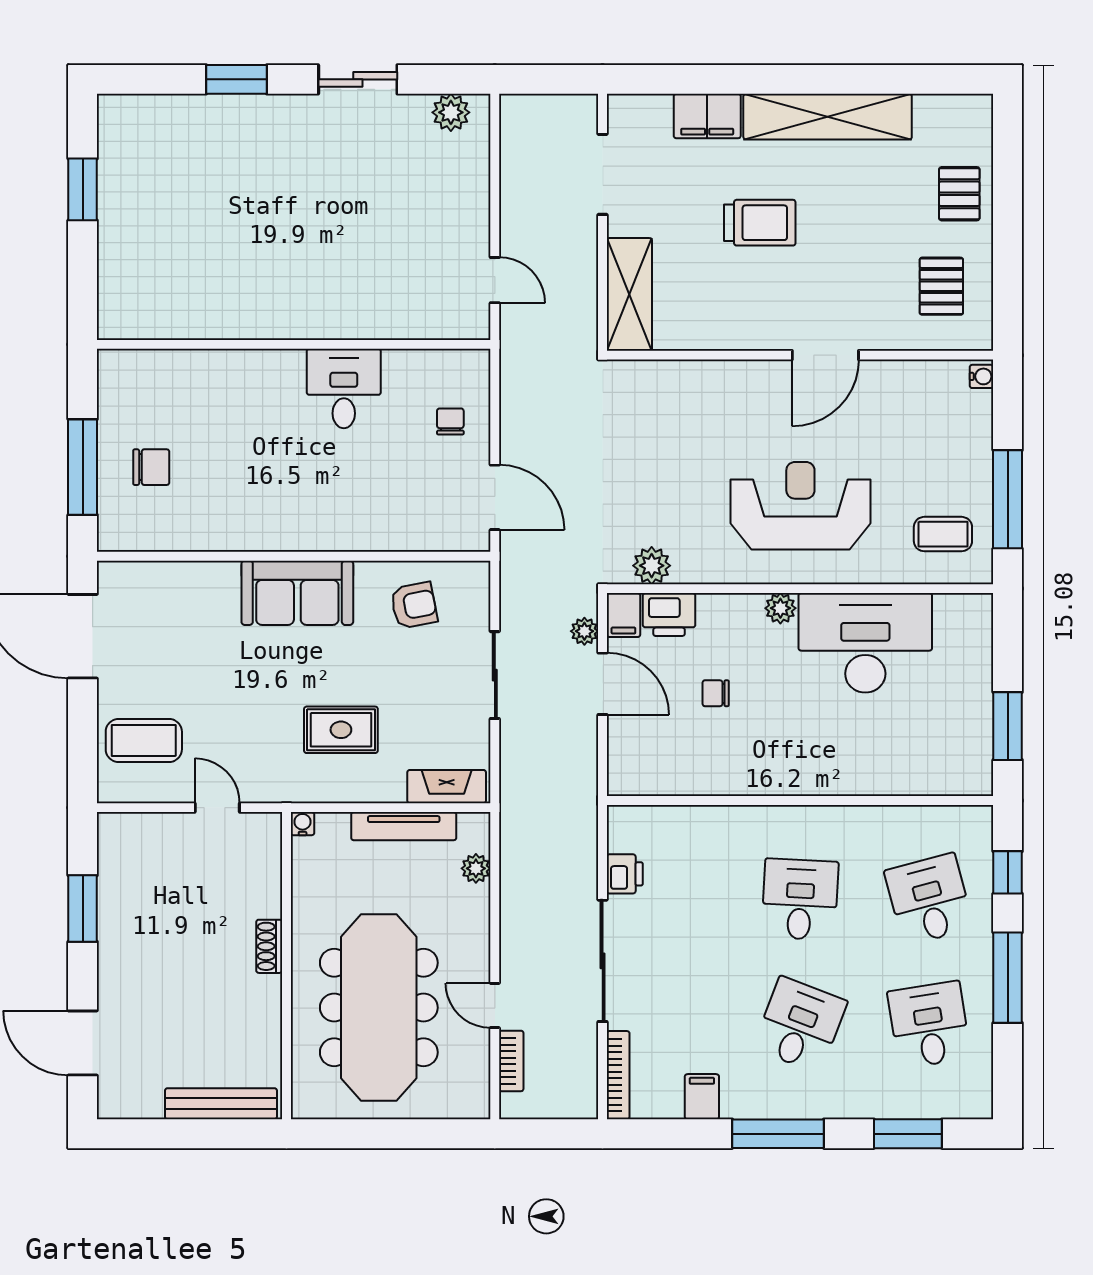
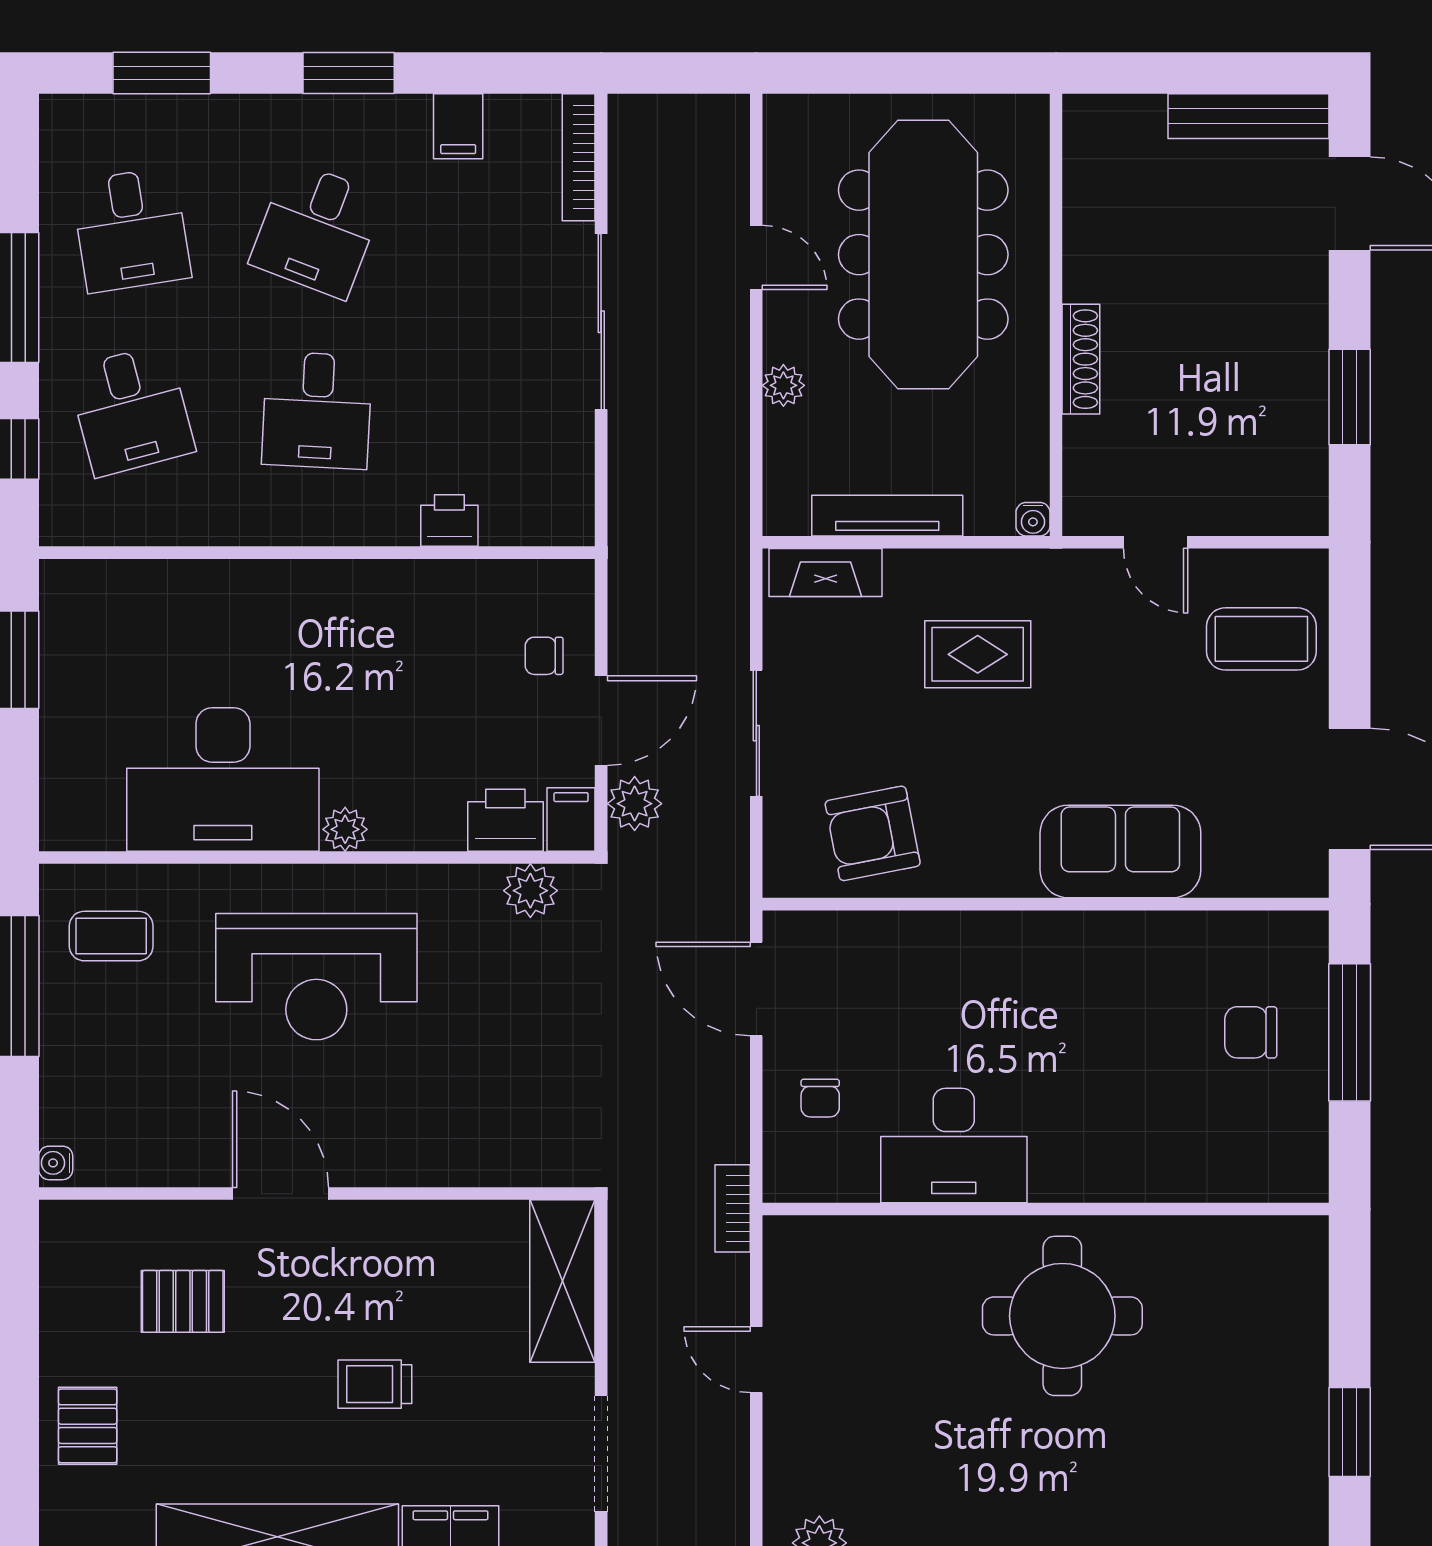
trolley: (760, 223) -> (375, 1384), width x0.73, depth x0.72
round table: (282, 270) -> (1062, 1316), added
door: (495, 280) -> (756, 1360), moved
pallet: (941, 286) -> (183, 1301), moved, turned 90
door: (825, 355) -> (280, 1194), hinge flipped
desk: (344, 389) -> (954, 1145), width x1.37
sofa: (297, 593) -> (1120, 851), moved
armchair: (414, 605) -> (873, 833), width x1.38, depth x1.38
plant: (584, 631) -> (635, 804), width x1.38, depth x1.38
door: (603, 684) -> (601, 721), swing flipped
chair: (716, 693) -> (544, 656), moved, turned 180
plant: (476, 868) -> (783, 385), moved
printer: (625, 874) -> (449, 521), moved, turned 90
shoe rack: (269, 946) -> (1081, 359), width x1.43
bookcase: (511, 1061) -> (733, 1208), moved
bench: (221, 1104) -> (1249, 116), moved
window: (778, 1134) -> (349, 73), width x0.69

